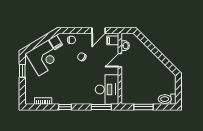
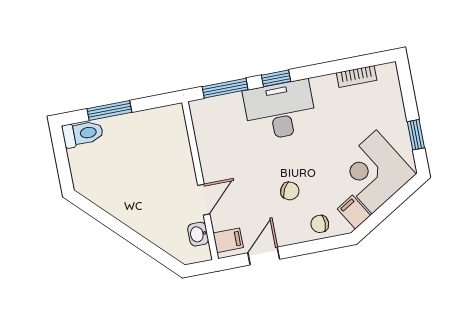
desk: (107, 89) -> (280, 110), moved, turned 90
window: (65, 107) -> (276, 78), moved
window: (144, 107) -> (109, 110), moved

